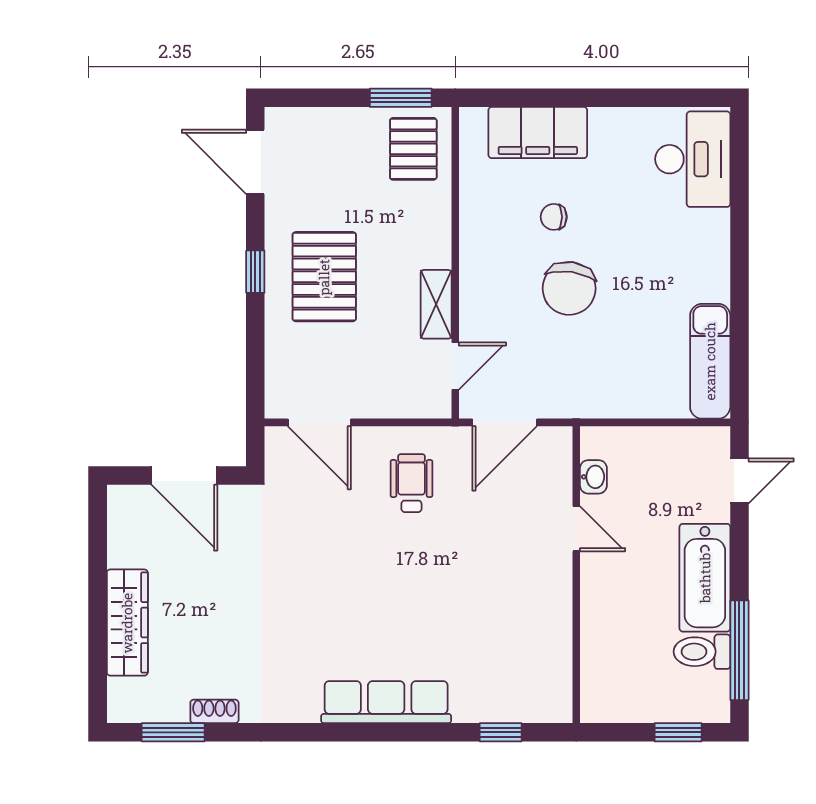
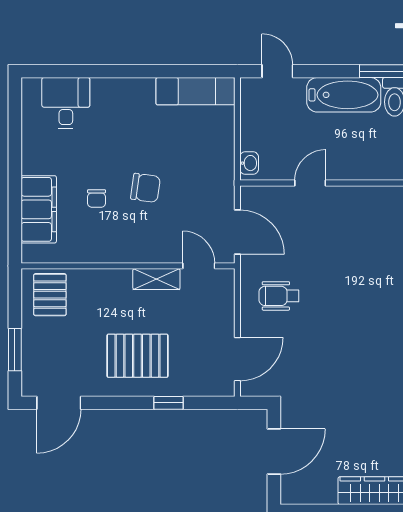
window: (401, 98) -> (15, 350), moved
pallet: (413, 149) -> (50, 295), turned 90
desk: (693, 159) -> (66, 103), width x0.73
window: (255, 272) -> (169, 403), moved
chair: (569, 288) -> (146, 188), width x0.73, depth x0.73
washbasin: (593, 477) -> (249, 163), moved, turned 90

